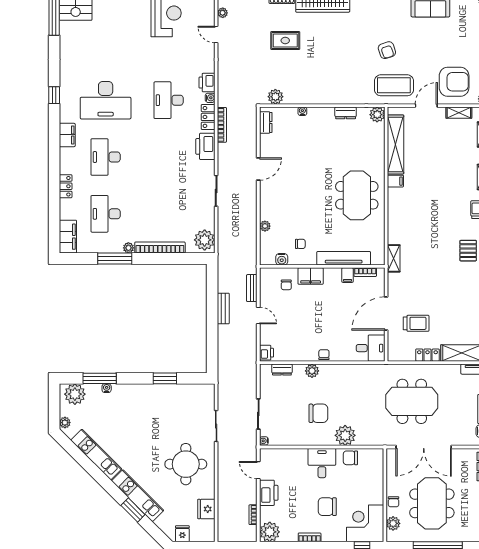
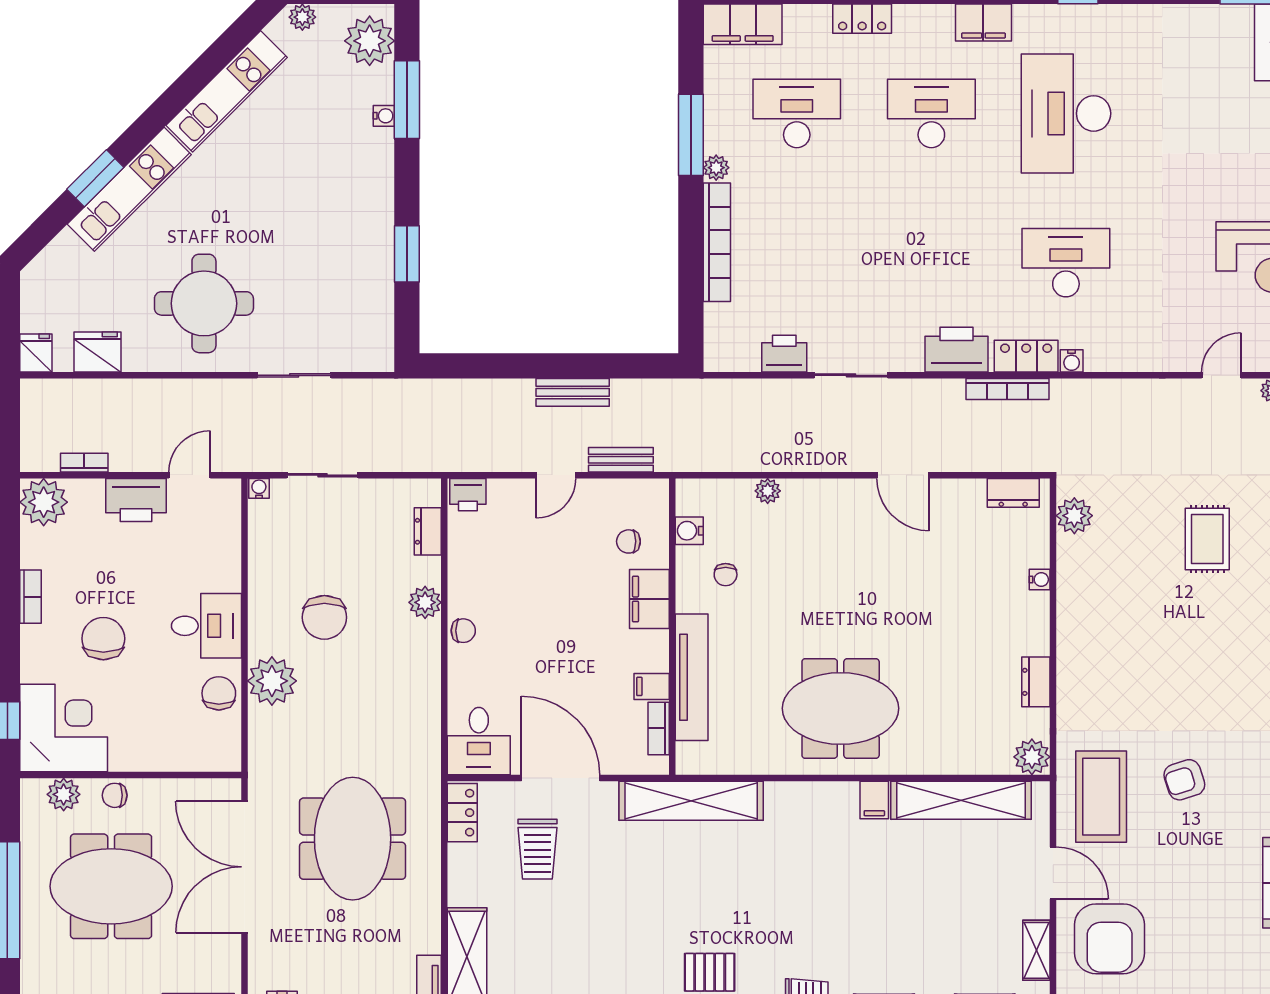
printer: (207, 83) -> (784, 354), moved
plant: (205, 240) -> (735, 348), removed
shelving: (394, 258) -> (691, 801), width x2.20, depth x1.33
locker: (427, 355) -> (462, 813), moved
fridge: (182, 534) -> (36, 353), moved, turned -90

